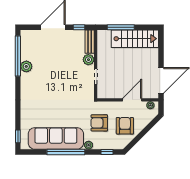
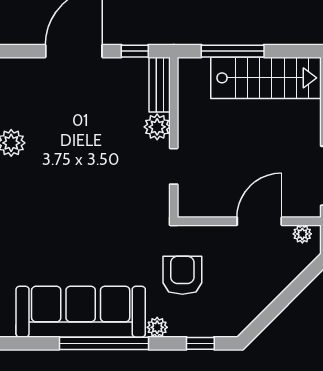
armchair: (99, 123) -> (182, 275), turned 90
armchair: (125, 126) -> (242, 282), removed

